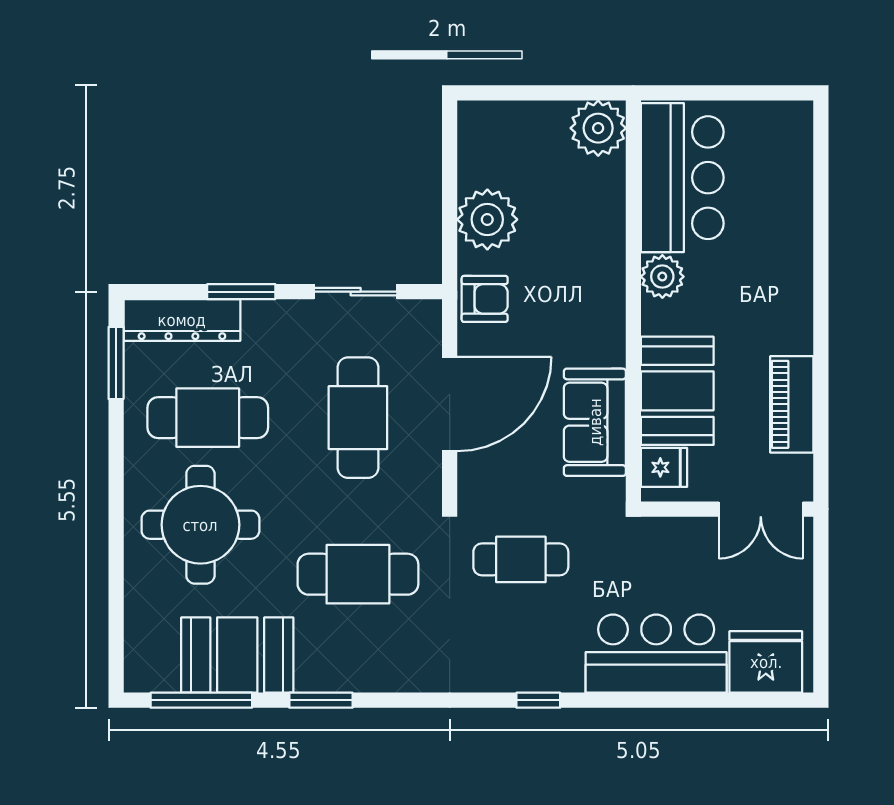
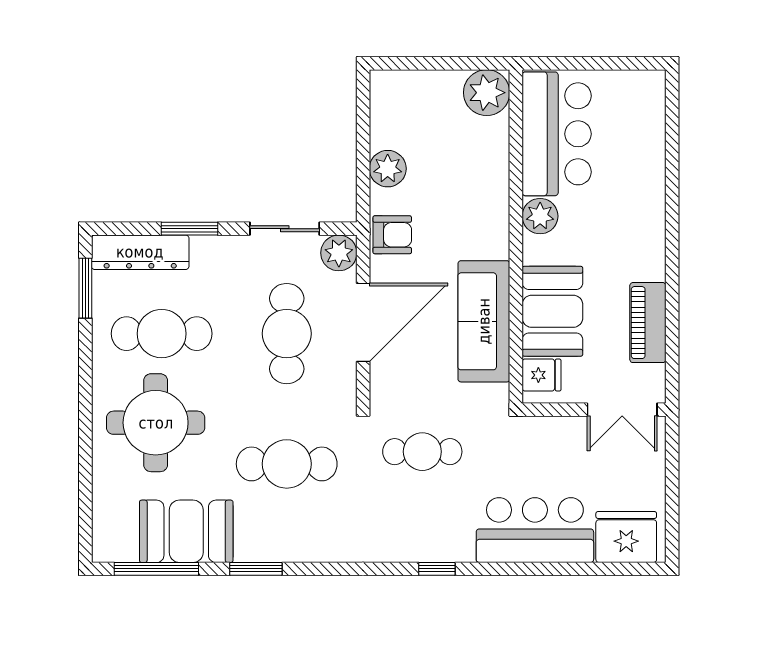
plant: (487, 219) -> (388, 169), width x0.73, depth x0.73
plant: (421, 321) -> (339, 253), added
sofa: (595, 422) -> (484, 321), width x1.36

